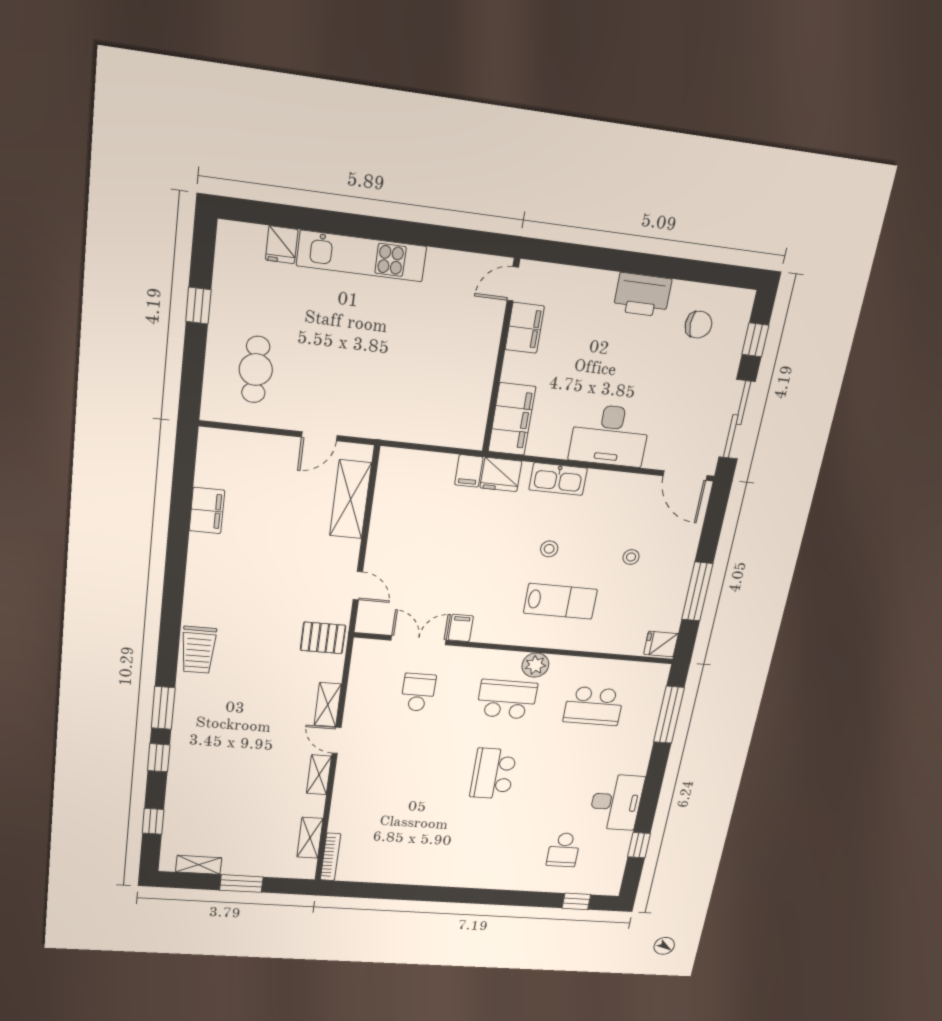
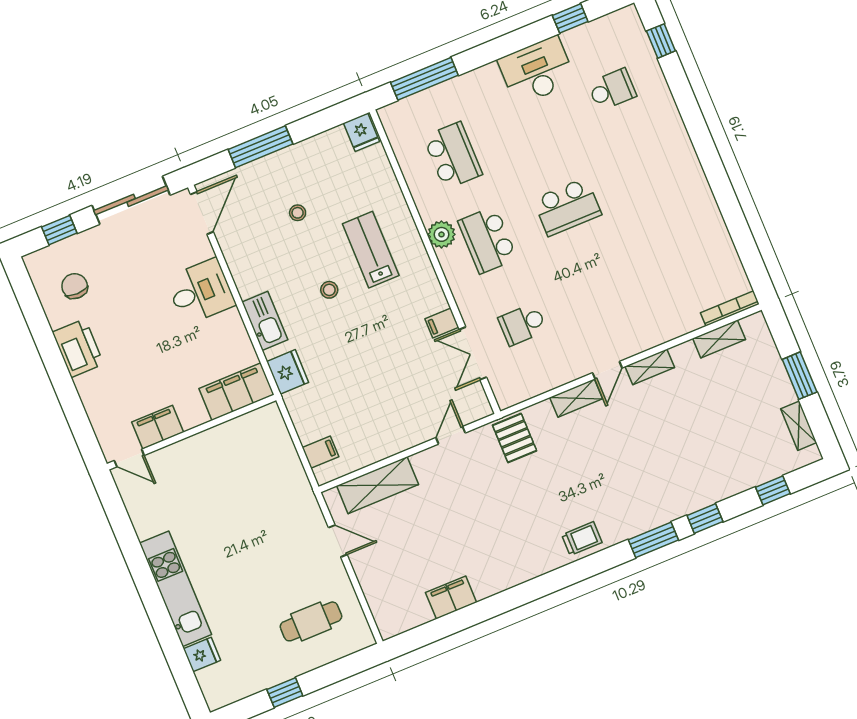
desk: (610, 435) -> (201, 292), width x0.73
filing cabinet: (469, 471) -> (321, 452), moved
window: (697, 592) -> (260, 147), moved
trolley: (198, 650) -> (582, 539), width x0.73, depth x0.72

